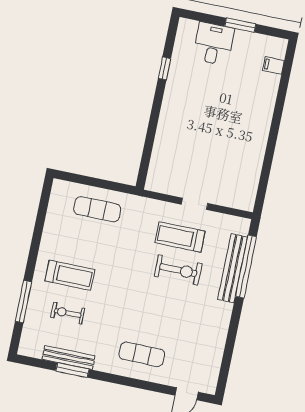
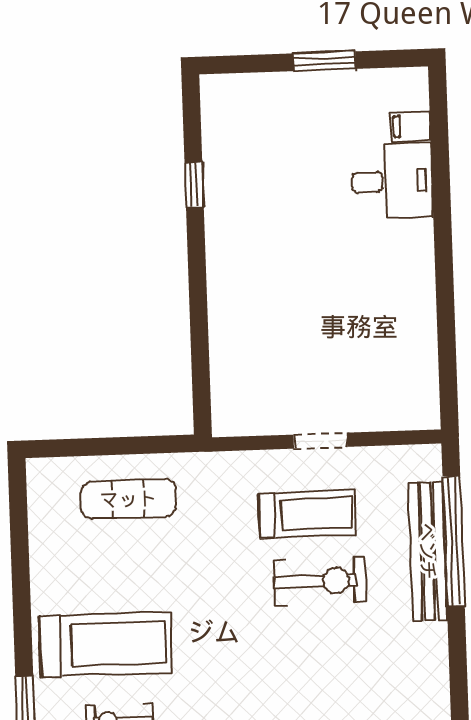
desk: (213, 44) -> (392, 181), moved, turned 90
treadmill: (180, 237) -> (307, 514), turned 180
treadmill: (70, 275) -> (106, 644), width x1.37, depth x1.38

